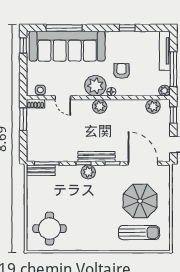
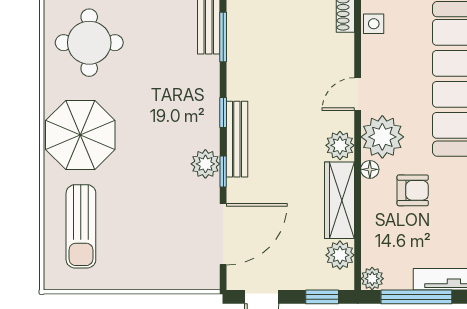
door: (63, 98) -> (358, 94), moved
wardrobe: (126, 107) -> (340, 200), added
plant: (88, 172) -> (205, 164), moved
parasol: (140, 201) -> (80, 135), moved

